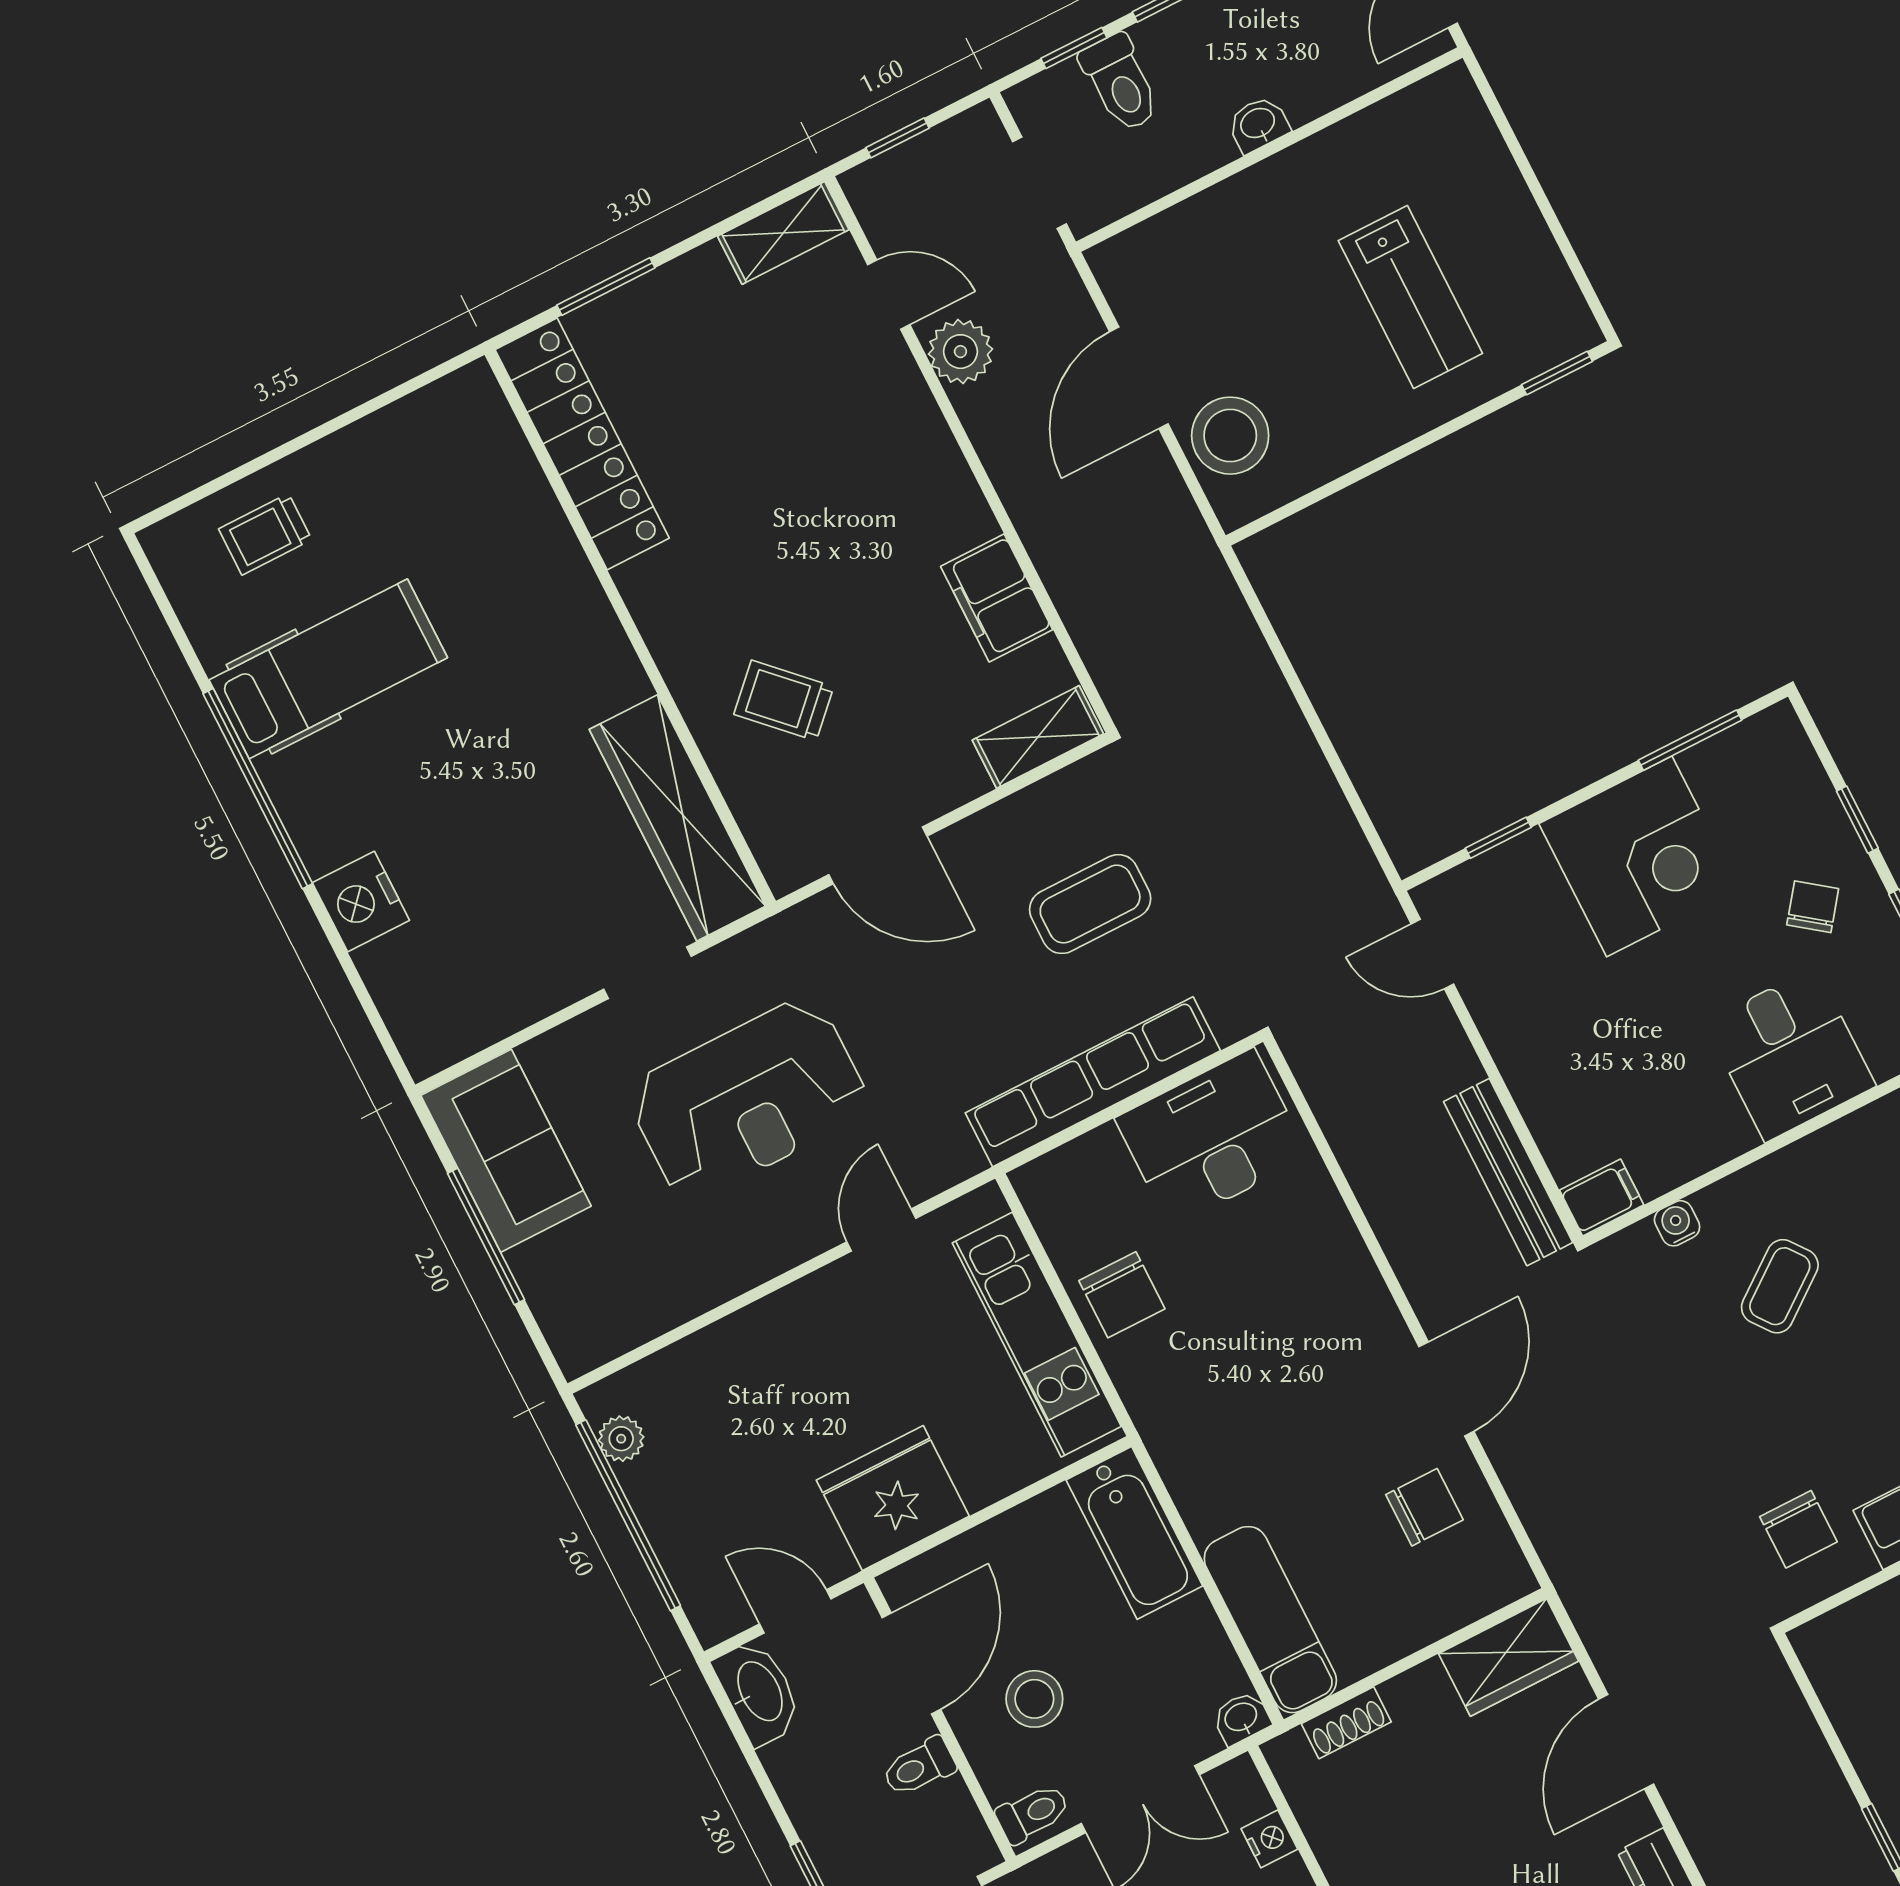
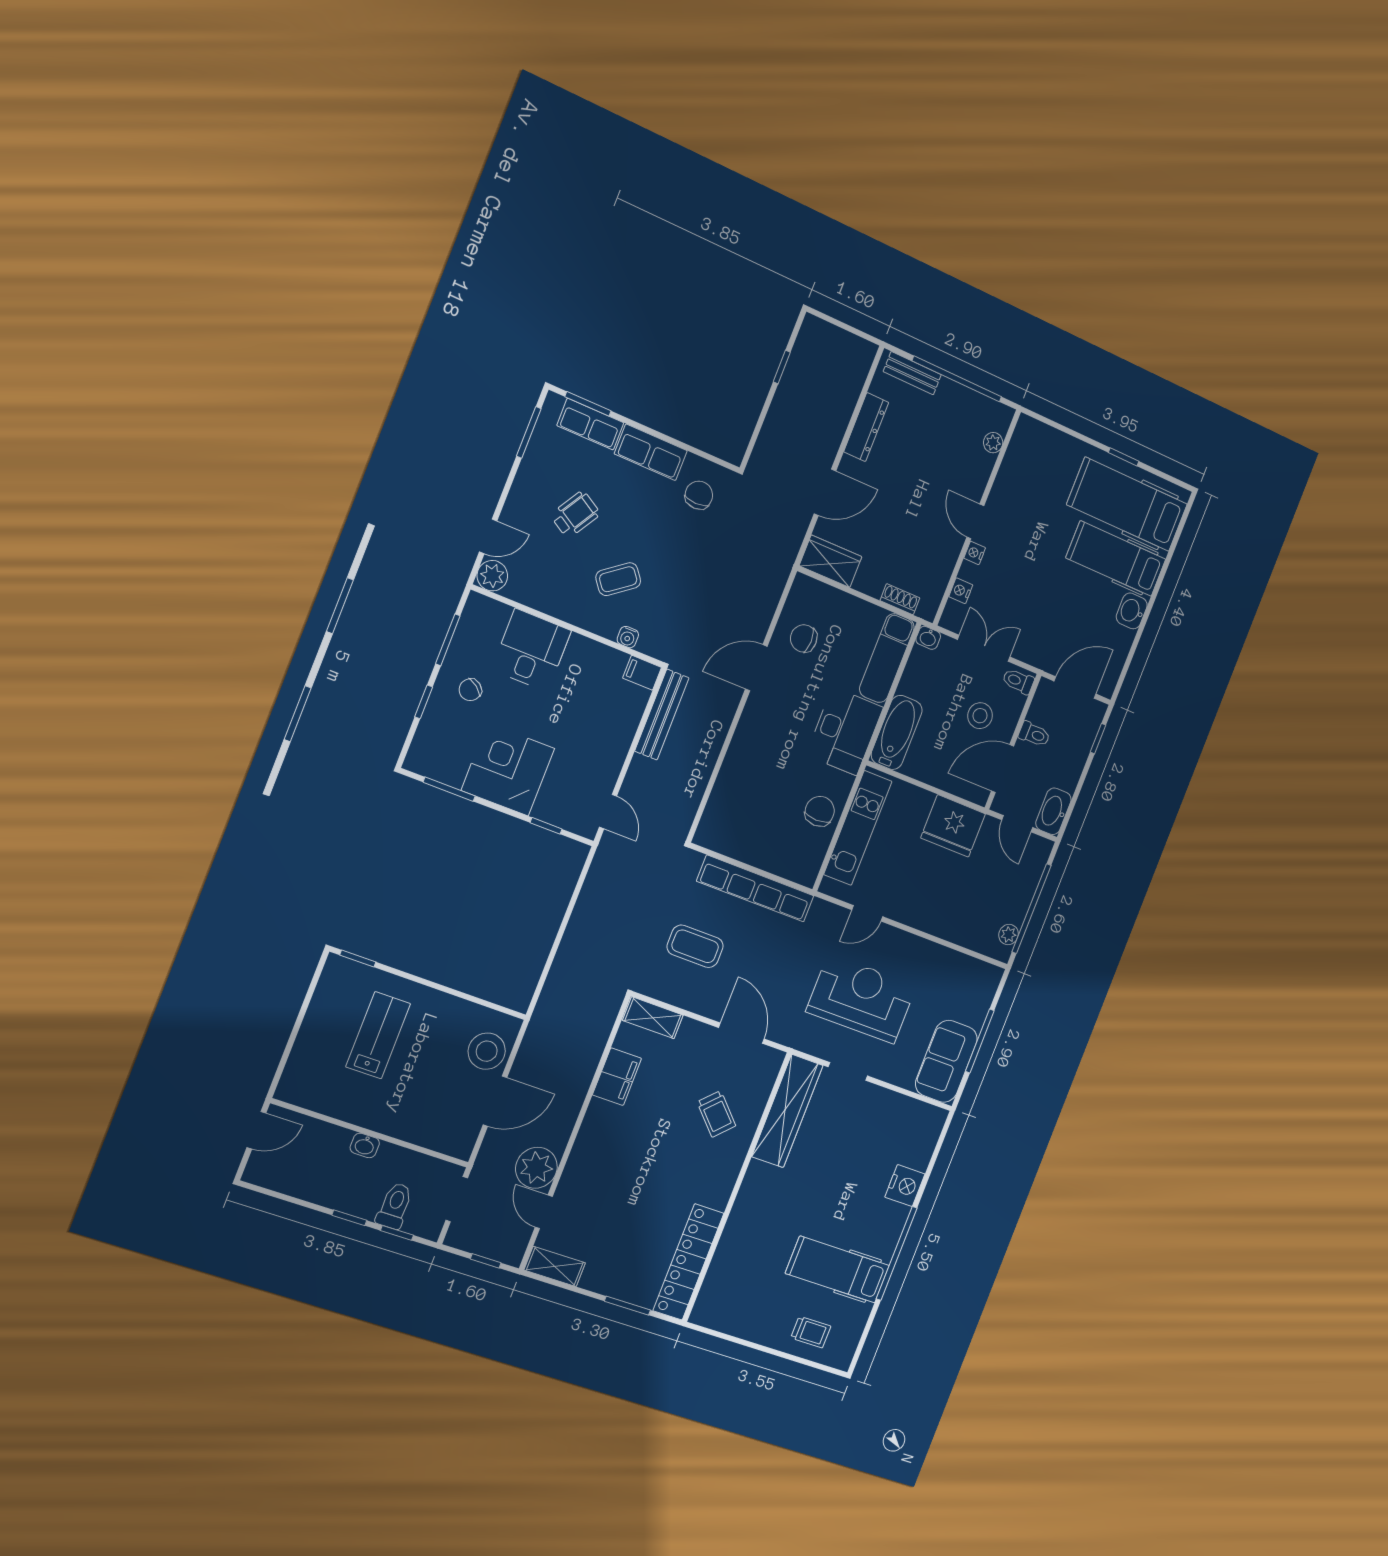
plant: (960, 352) -> (536, 1168), width x1.36, depth x1.36
desk: (1212, 1138) -> (845, 731), moved, turned -90

